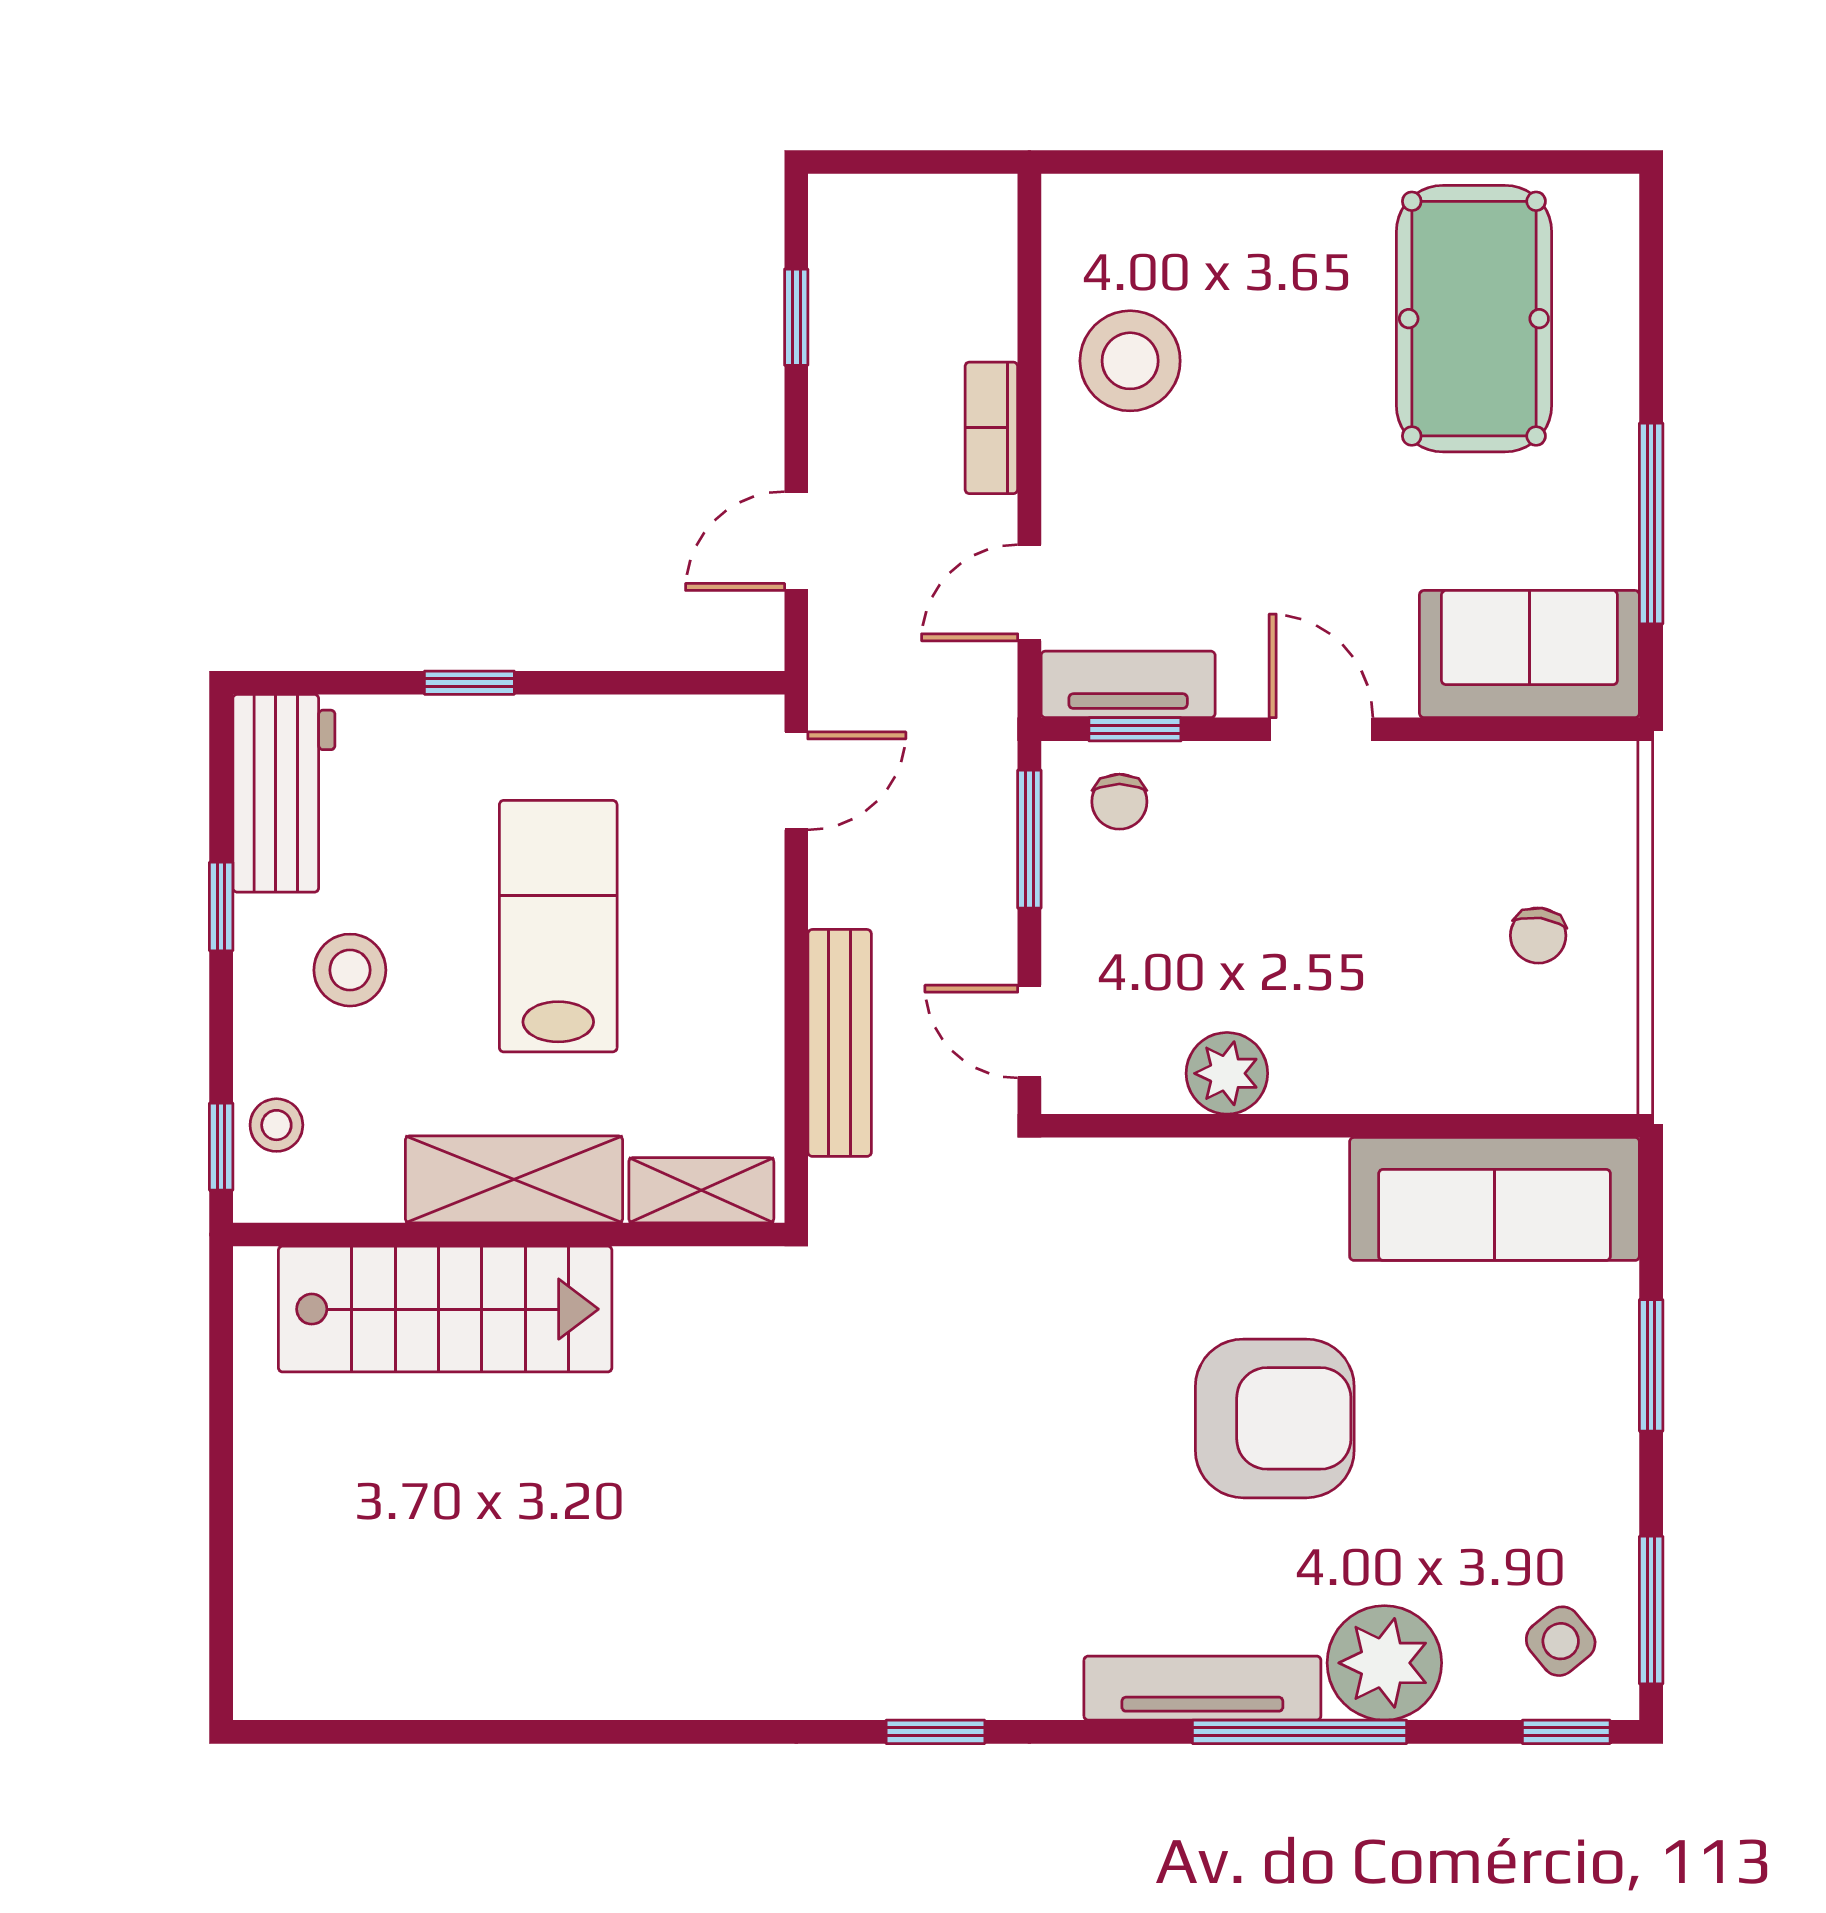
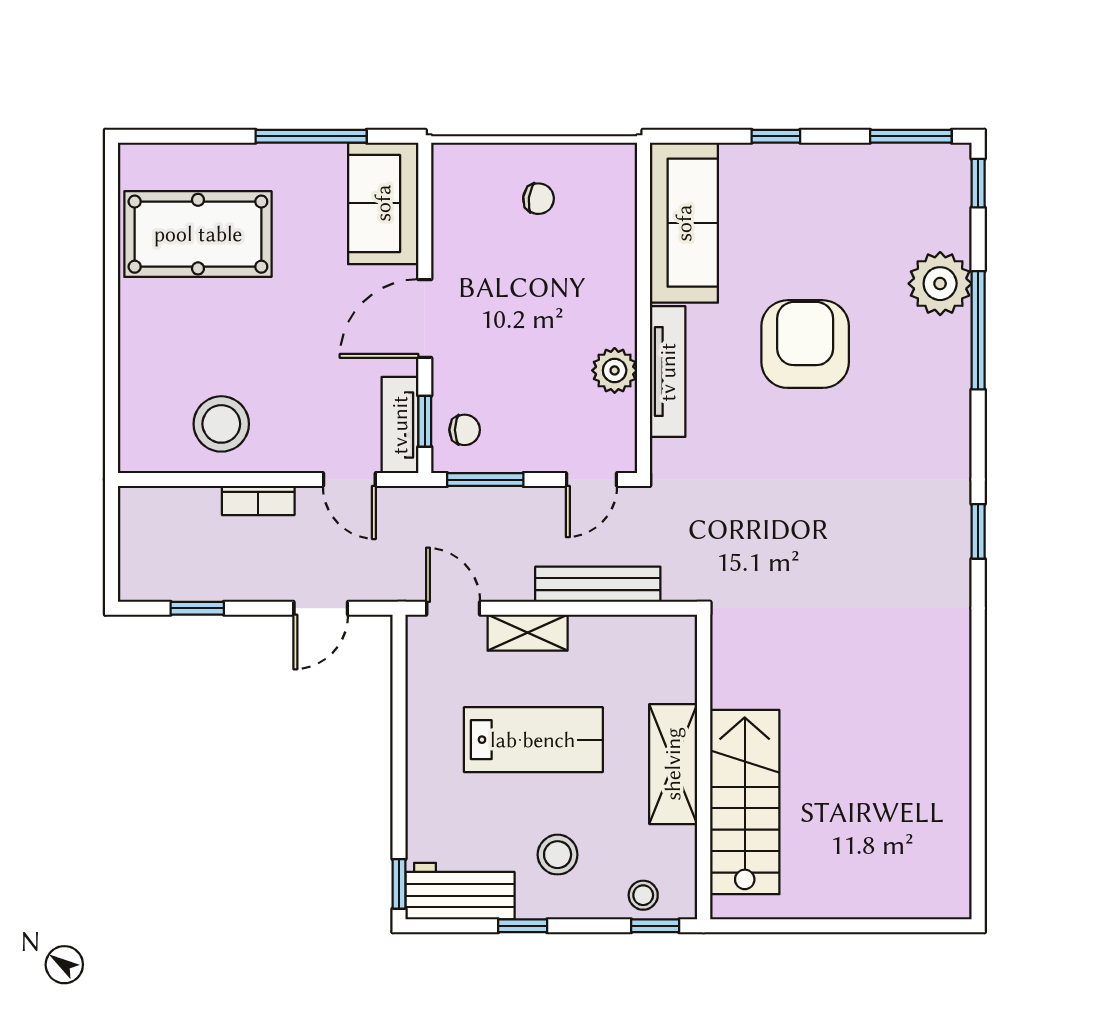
door: (796, 541) -> (321, 608), hinge flipped
window: (469, 683) -> (399, 884), moved
door: (1321, 729) -> (425, 319), width x1.38
lab bench: (558, 926) -> (533, 740), turned 180
shelving: (701, 1190) -> (528, 633), moved, turned 90
window: (1651, 1365) -> (776, 136), width x0.67
side table: (1561, 1641) -> (928, 186), removed
tv unit: (1202, 1688) -> (668, 372), moved, turned 180

